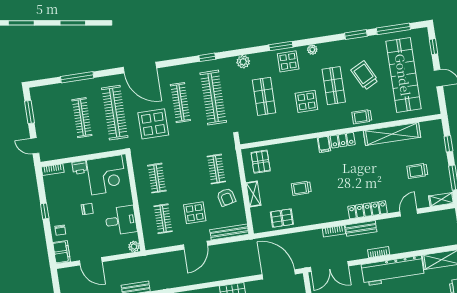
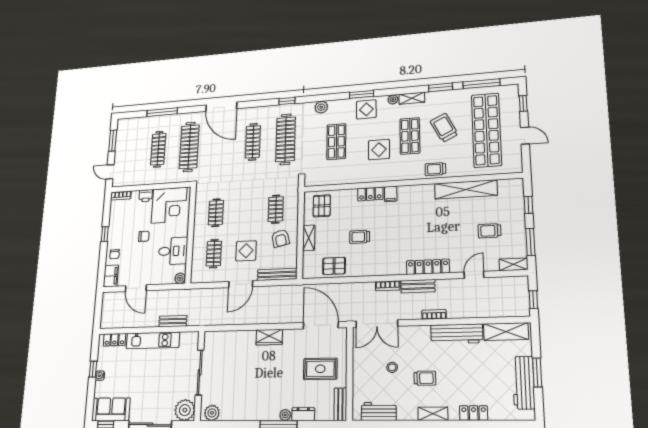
shelving: (330, 47) -> (412, 98), added
display table: (153, 124) -> (223, 160), removed
locker: (343, 140) -> (370, 194), moved
workbench: (393, 271) -> (457, 334), width x0.73, depth x0.76

